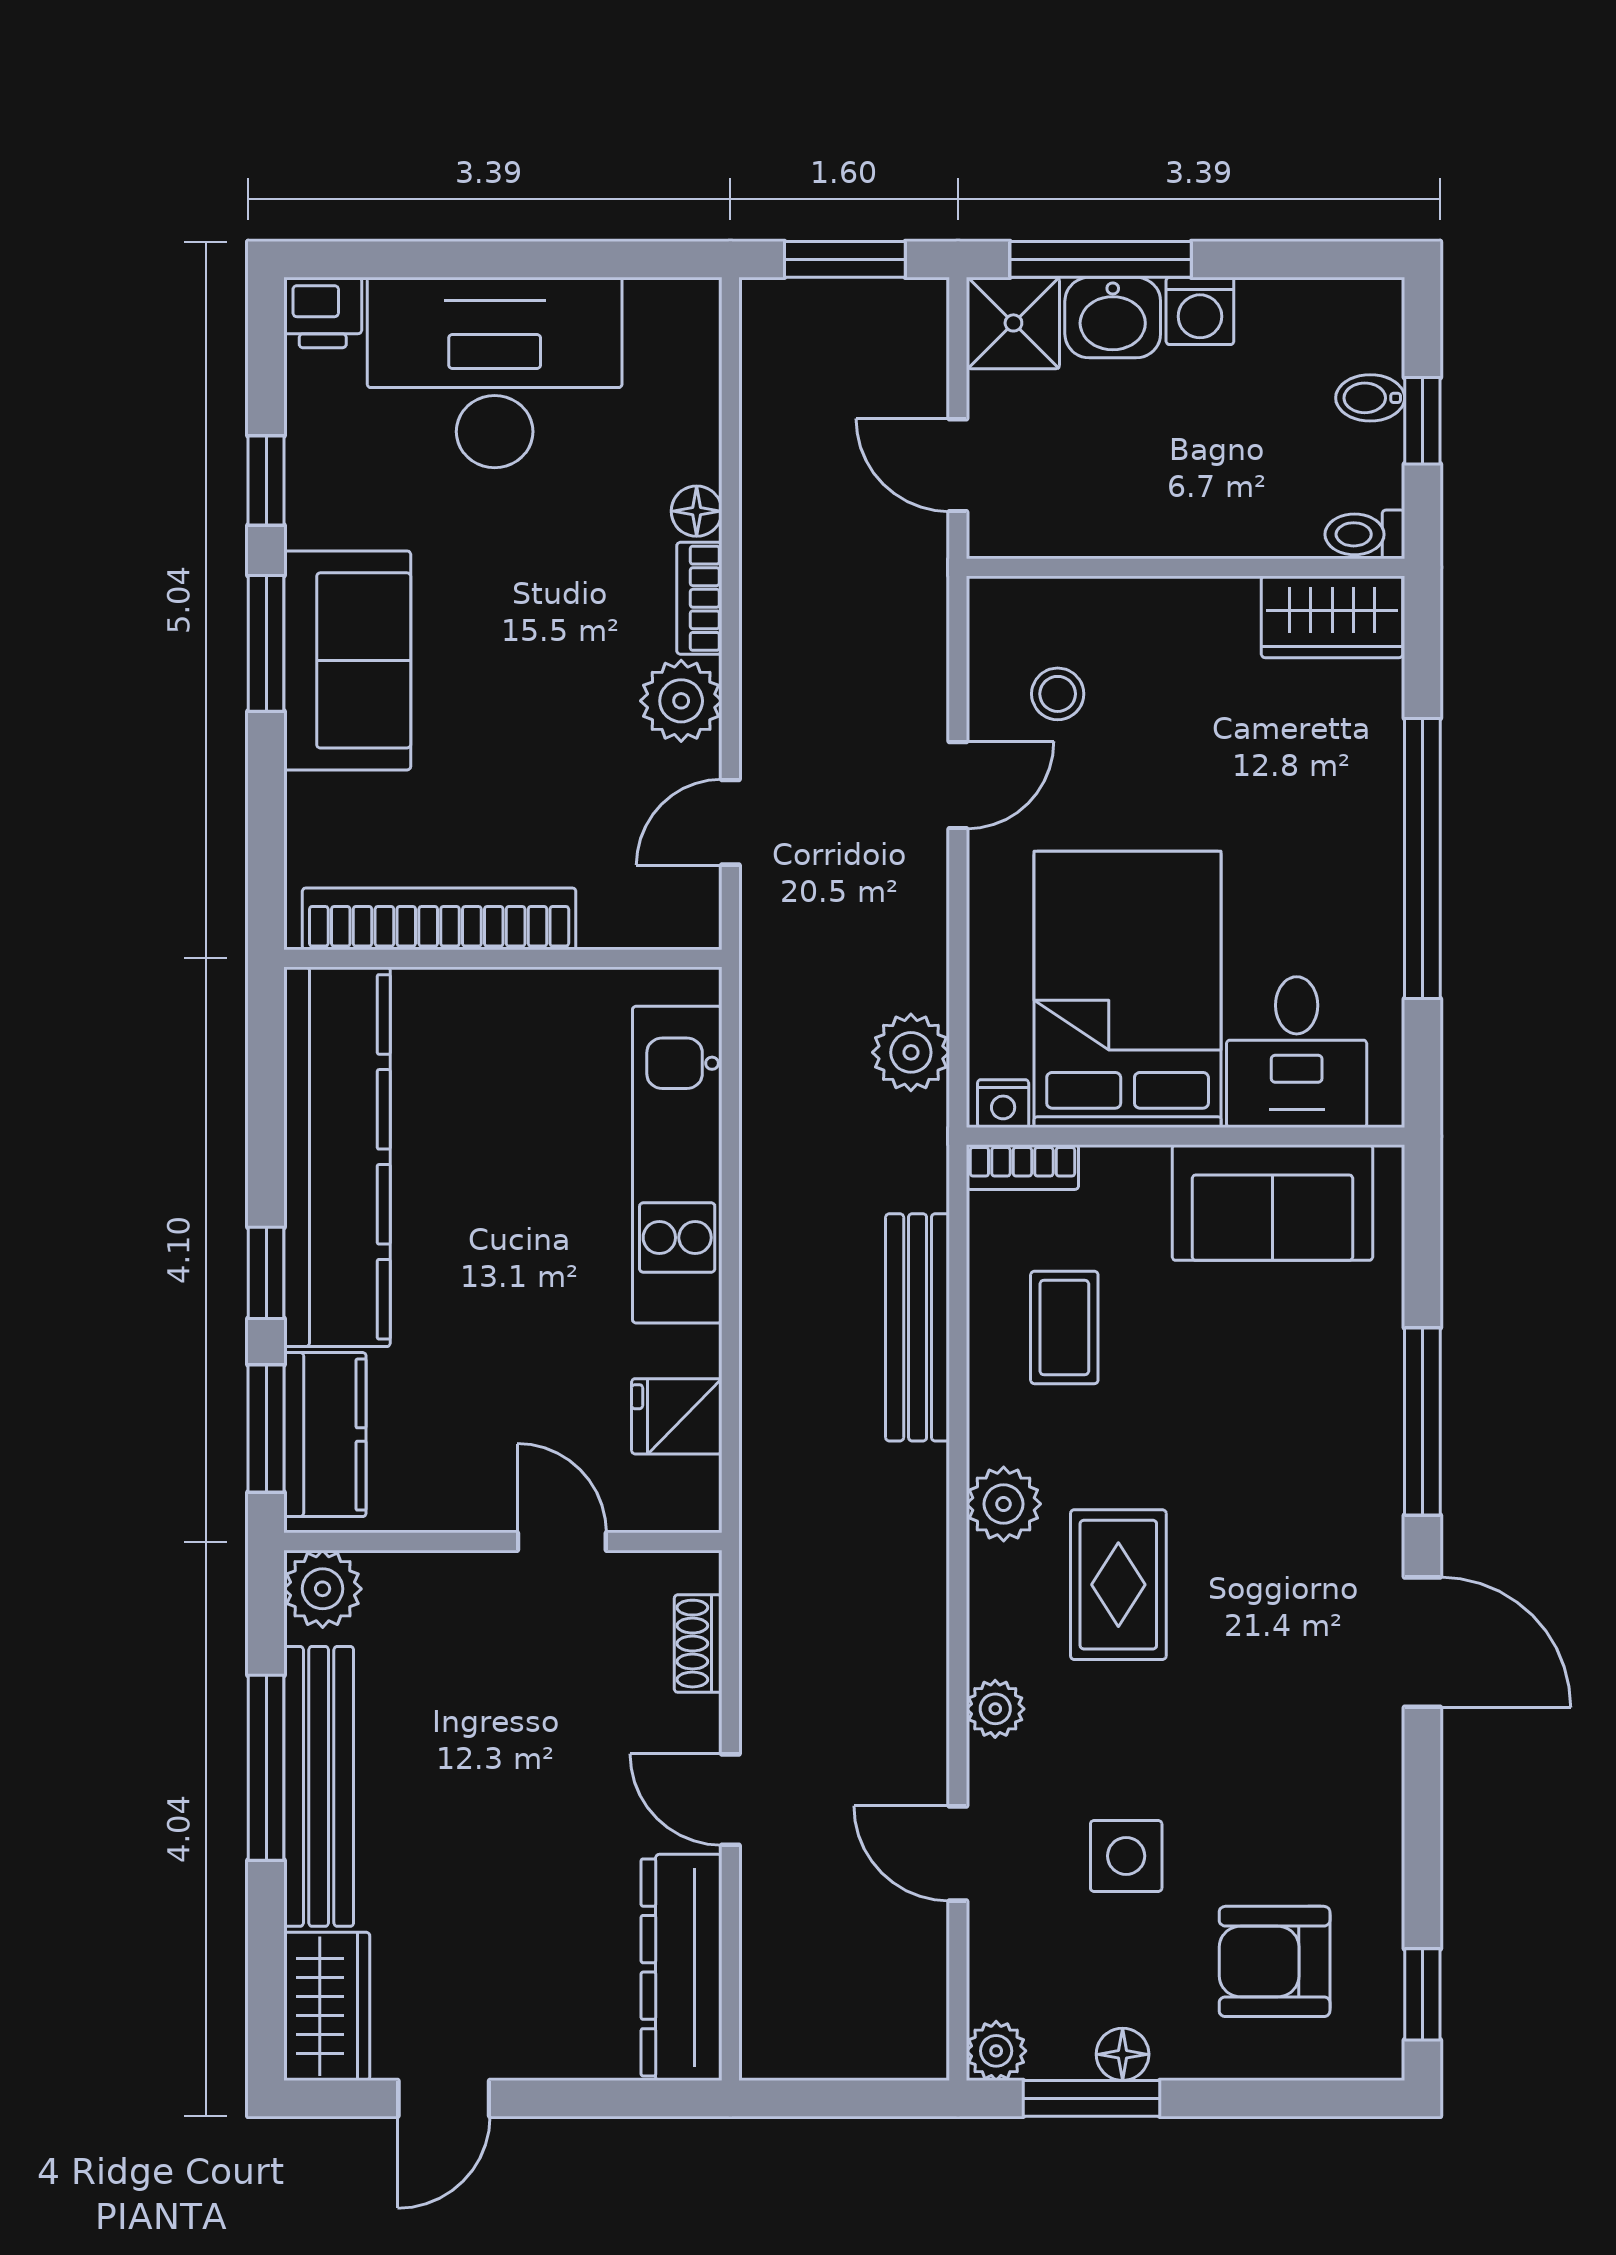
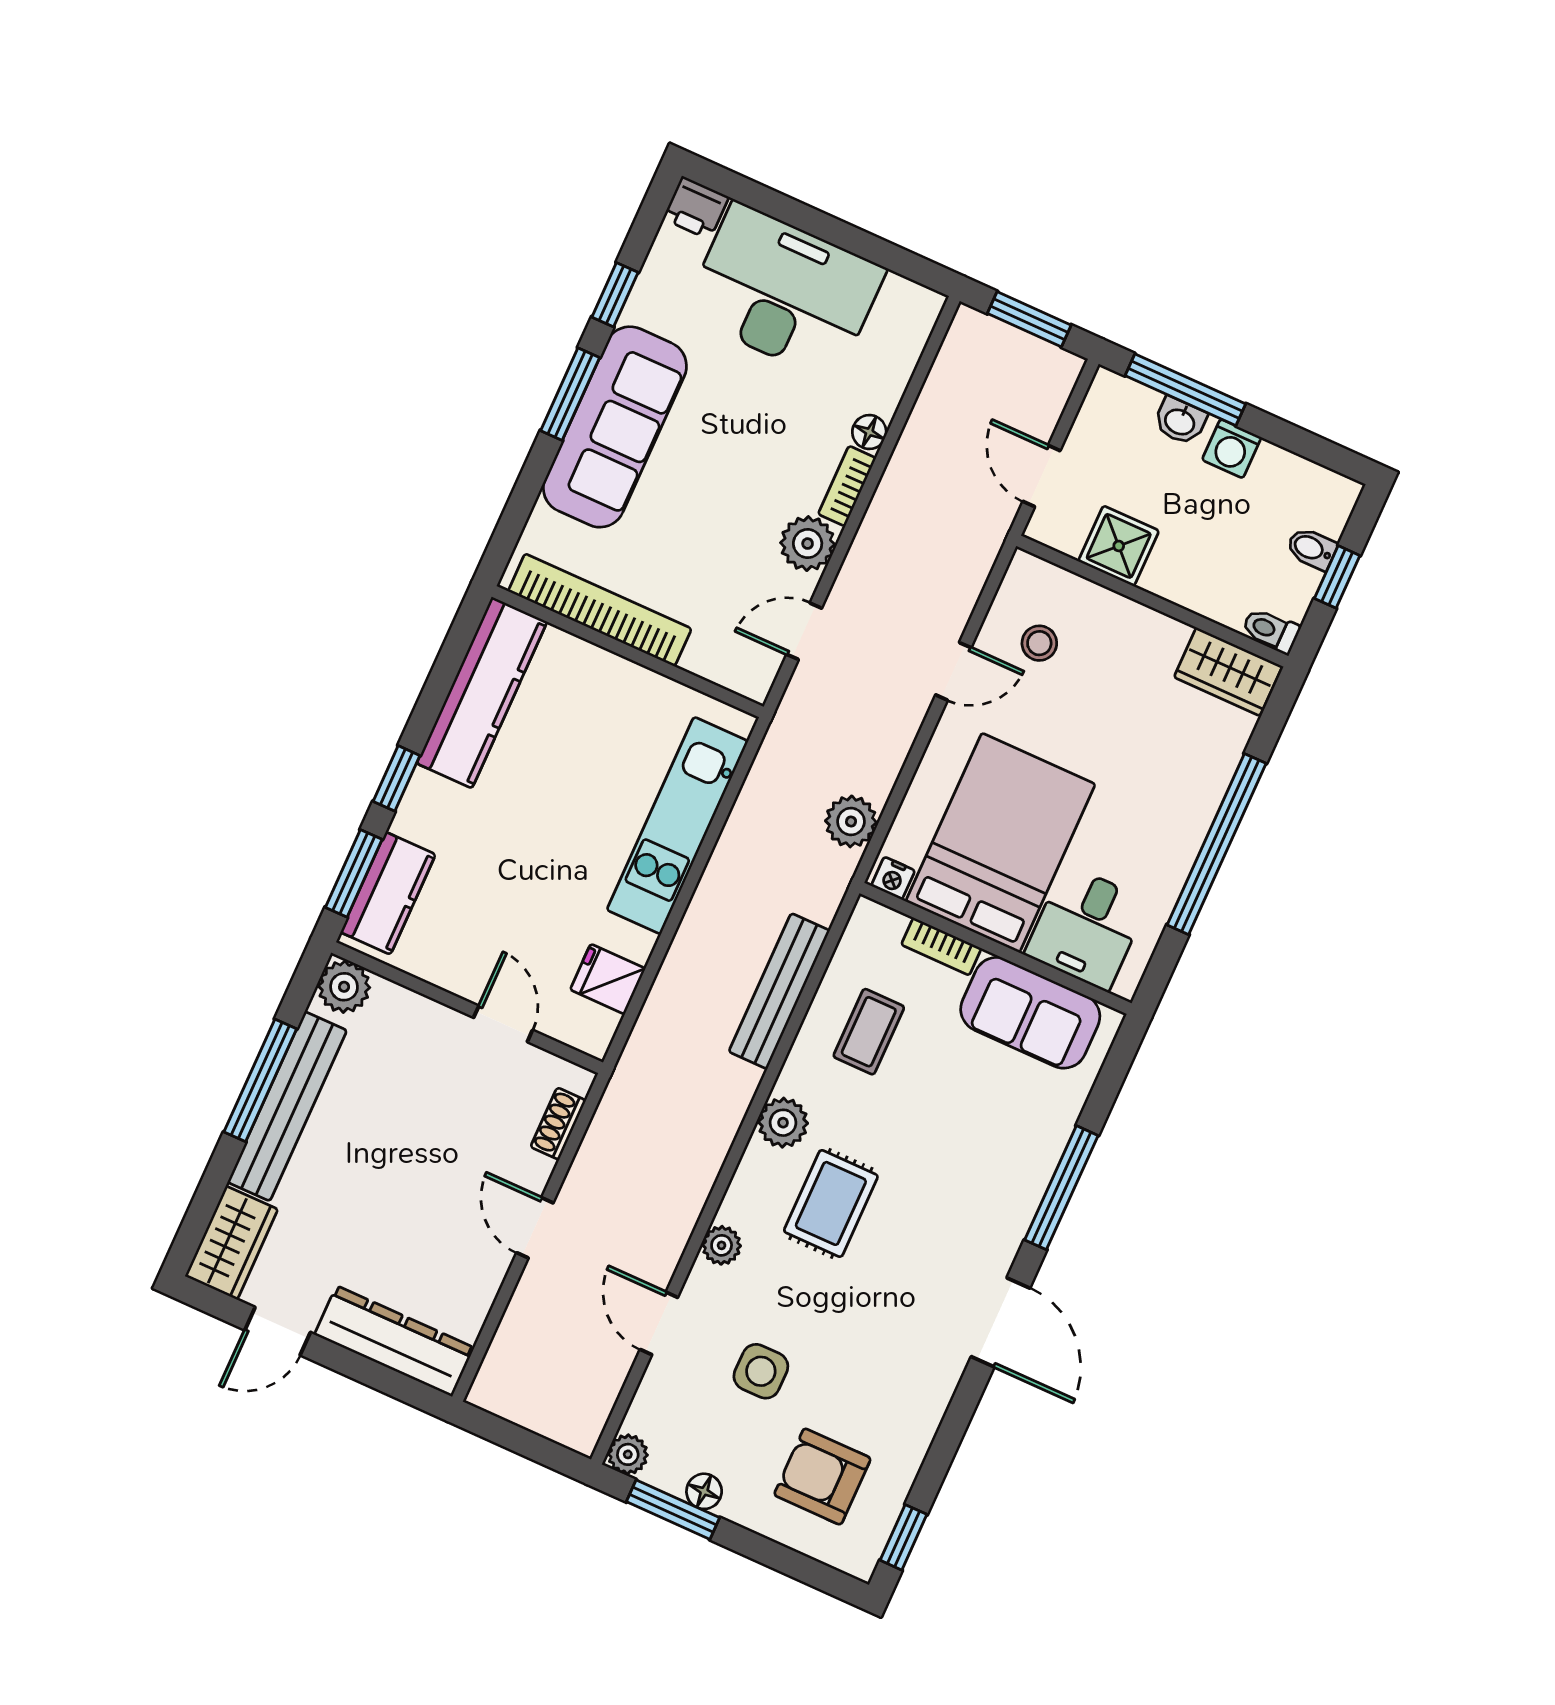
washbasin: (1113, 318) -> (1180, 421), width x0.72, depth x0.69
shower: (1013, 323) -> (1119, 546), moved
sofa: (347, 660) -> (615, 427), width x1.36
kitchen counter: (337, 1157) -> (482, 693), width x0.72, depth x0.86
bookcase: (1022, 1167) -> (941, 947), moved
dresser: (681, 1967) -> (394, 1341), moved, turned 90

